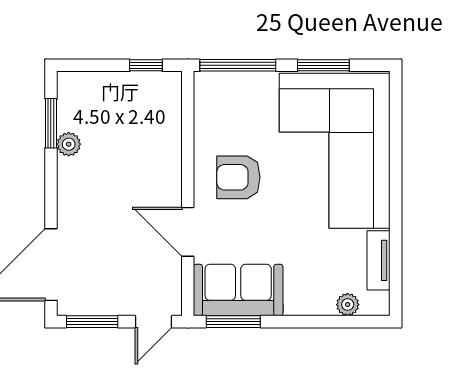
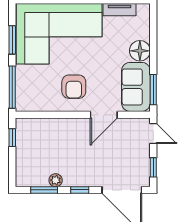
window: (51, 188) -> (80, 190), added
floor lamp: (304, 297) -> (140, 51), added
plant: (348, 305) -> (144, 27), removed
window: (92, 322) -> (153, 167), width x0.67

